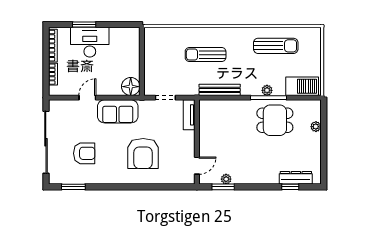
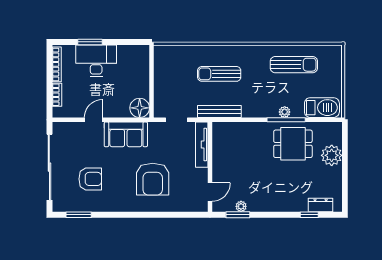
bench: (220, 90) -> (219, 112), moved
tv unit: (189, 115) -> (202, 145), width x1.41
plant: (316, 127) -> (332, 155), width x1.88, depth x1.88
dresser: (296, 178) -> (321, 205), width x0.70

